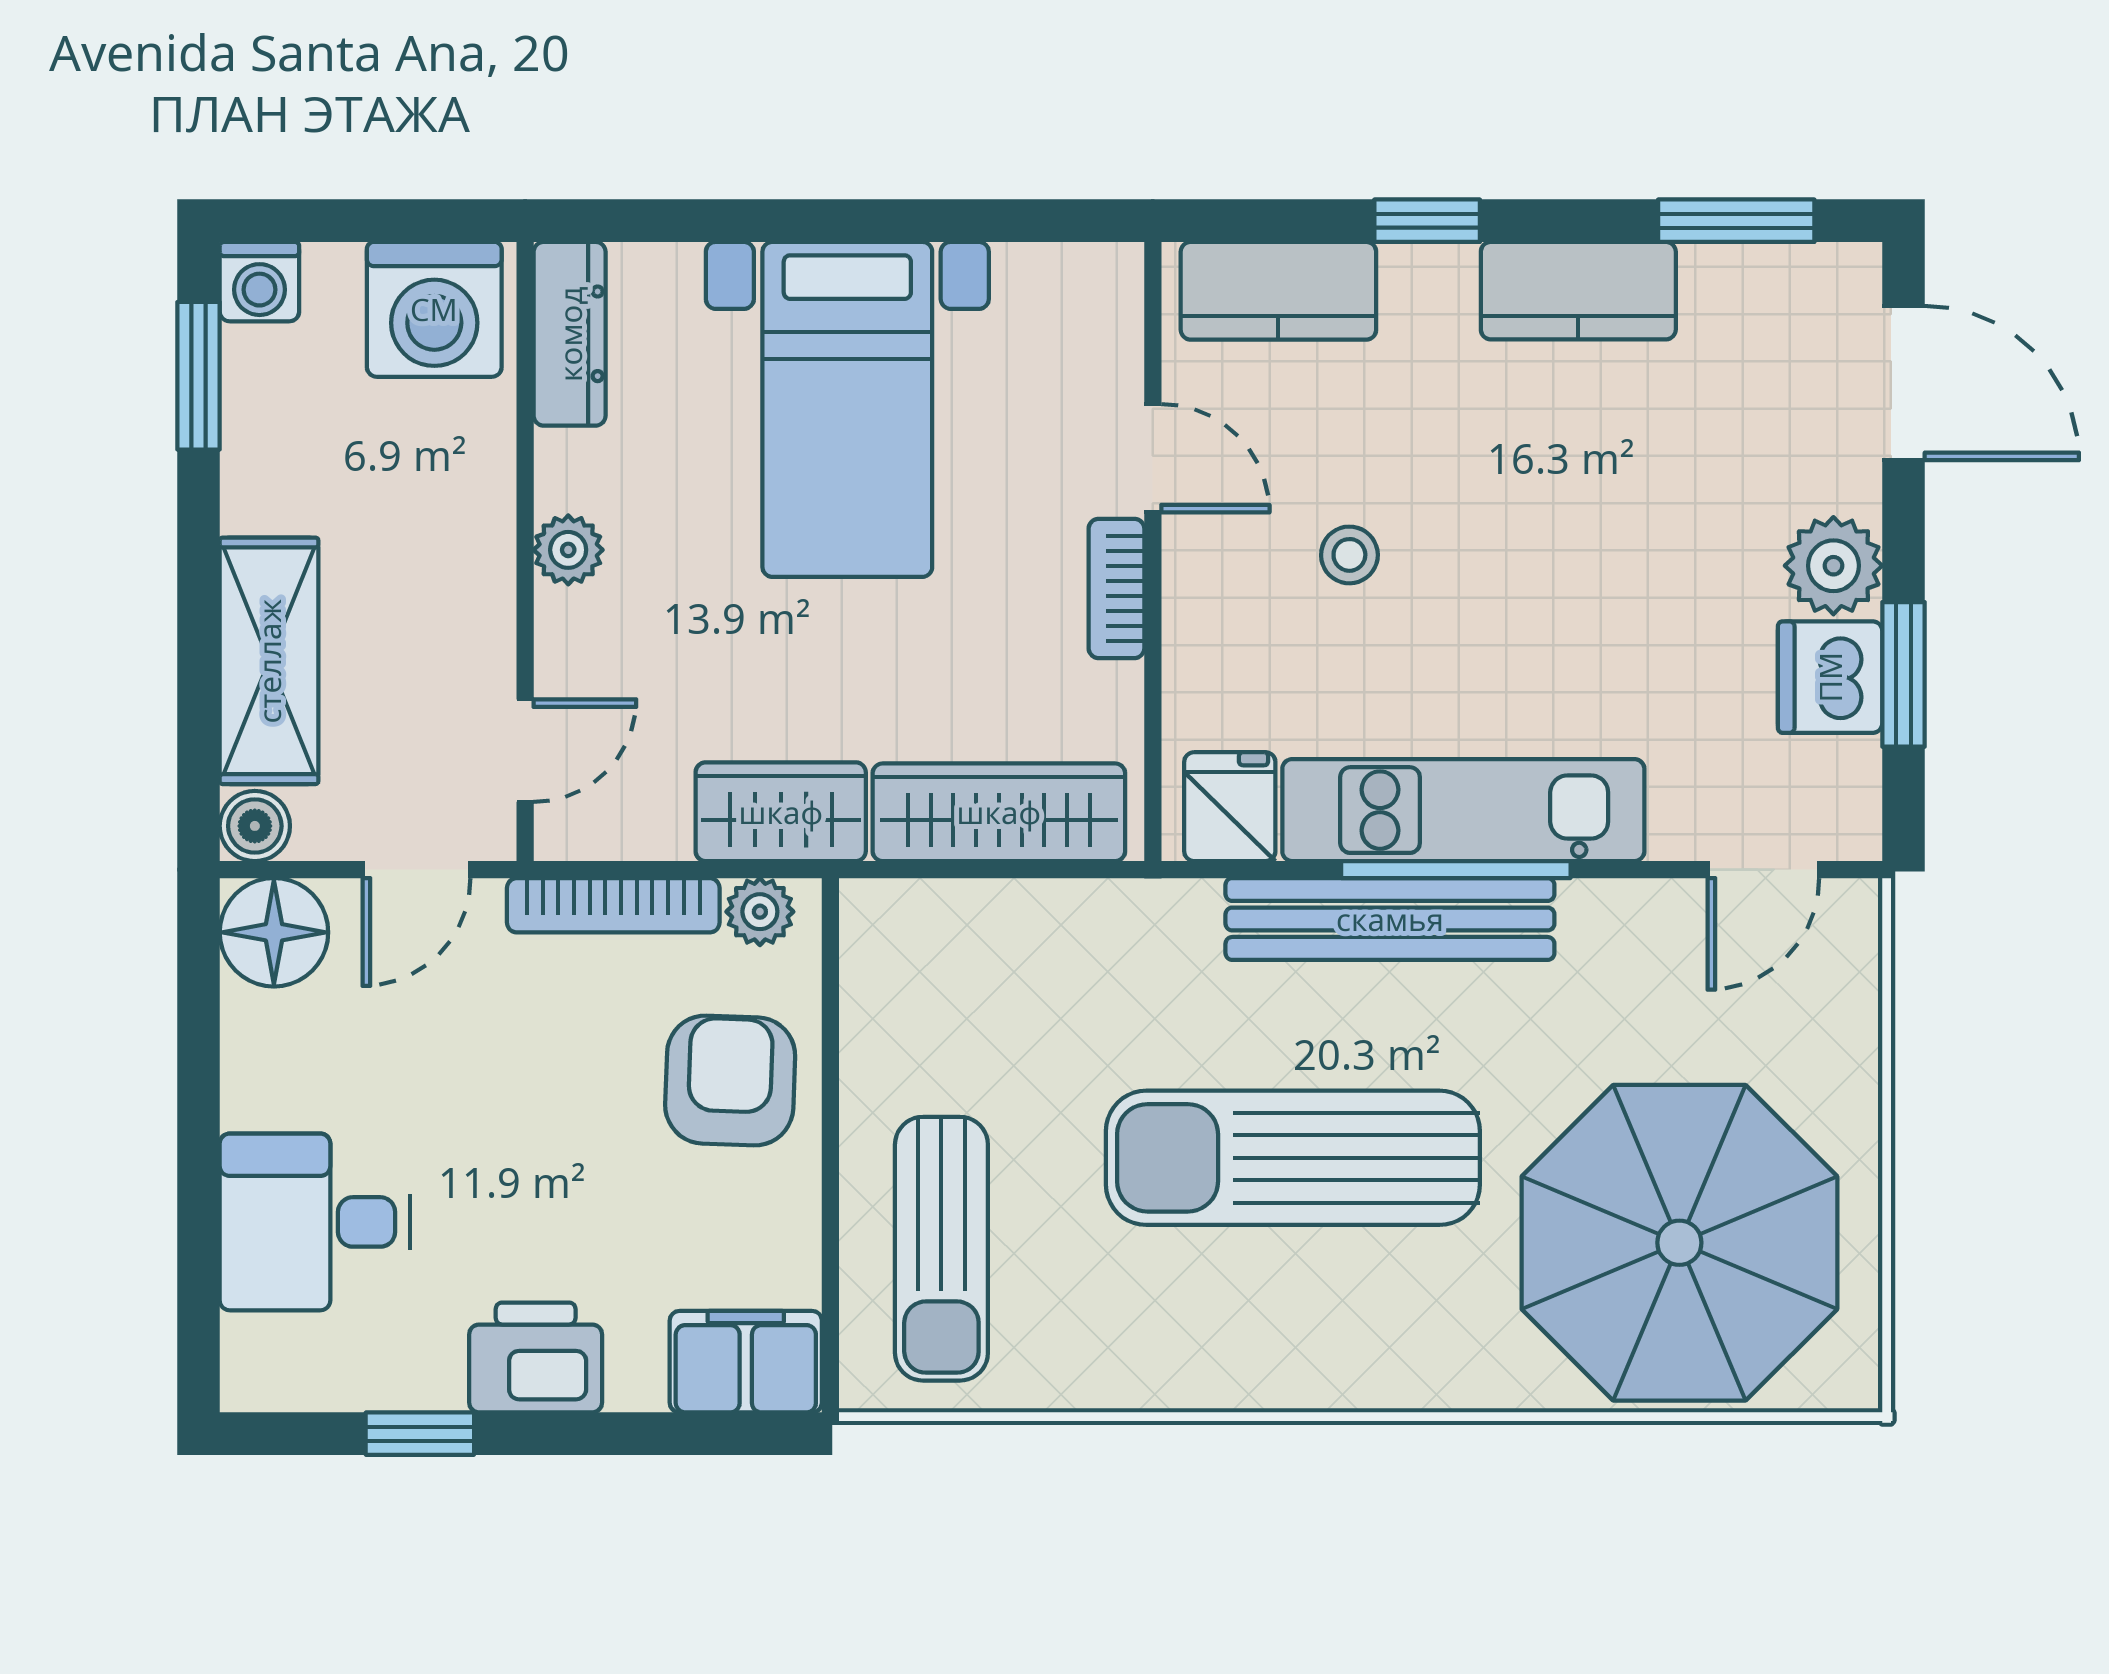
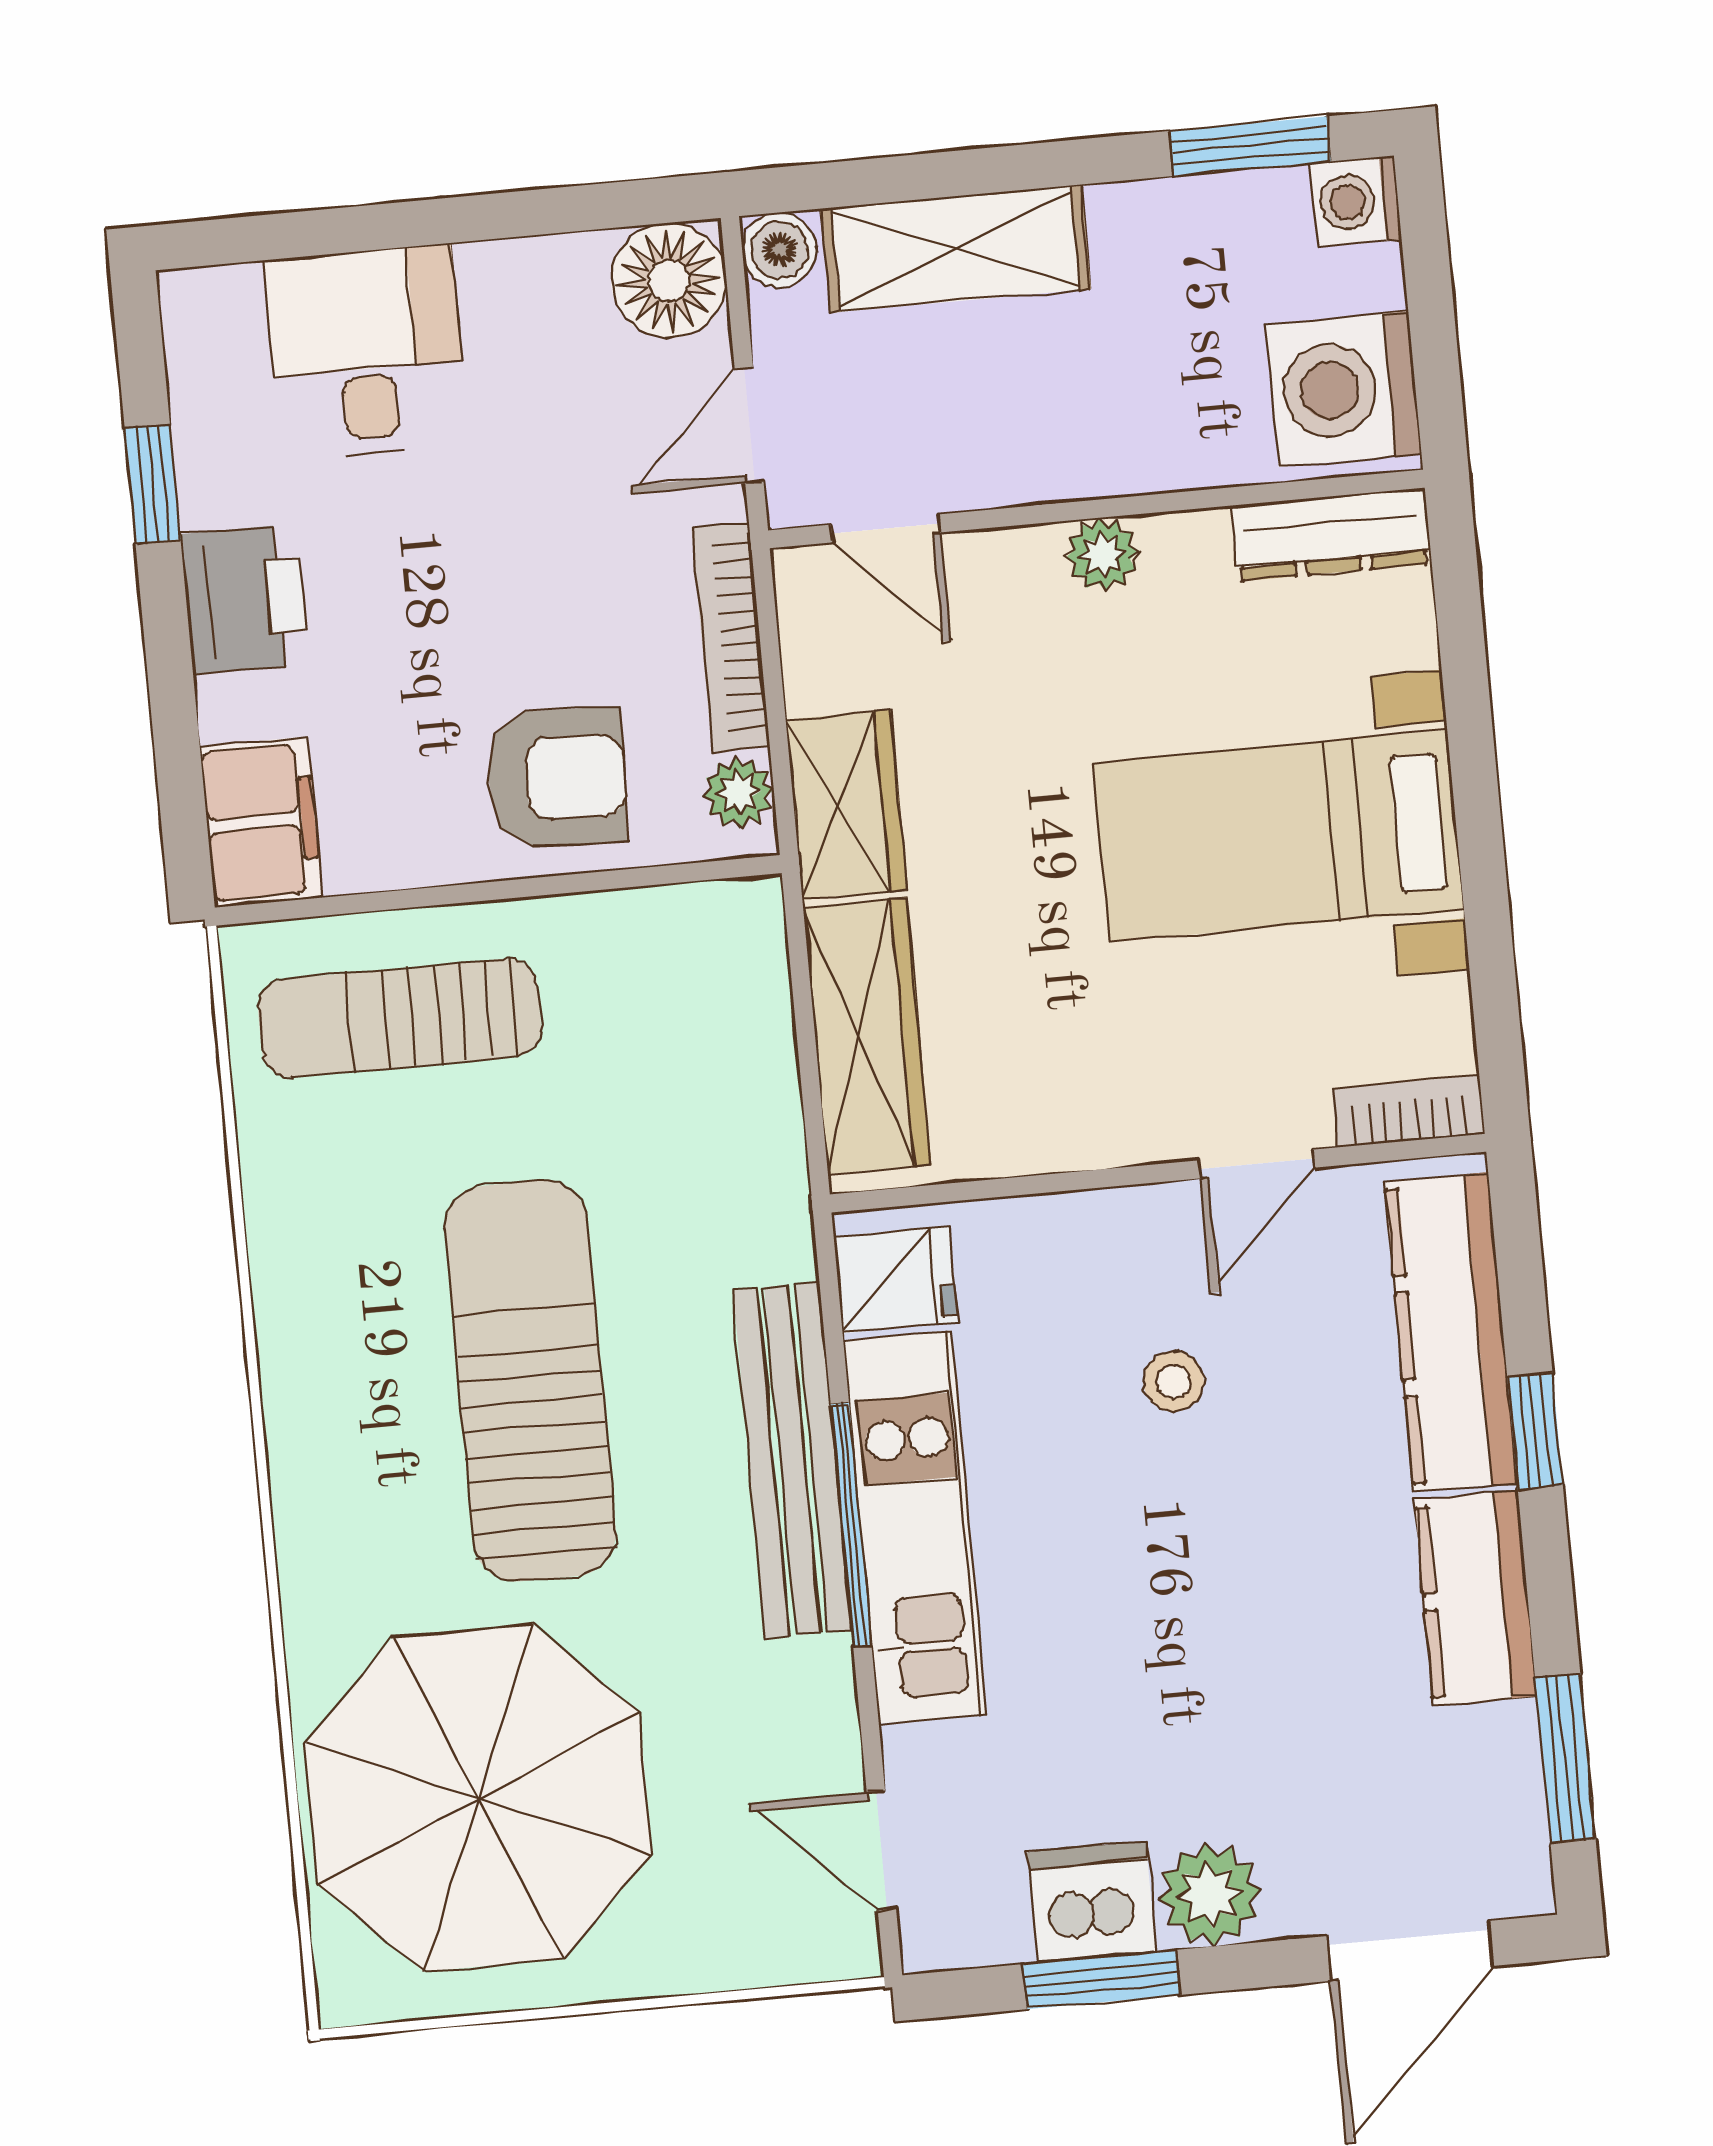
kitchen counter: (1278, 291) -> (1451, 1332), width x1.50
bookcase: (1116, 588) -> (1408, 1111), moved
door: (417, 870) -> (749, 425), hinge flipped

